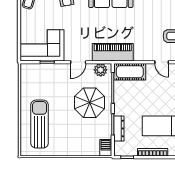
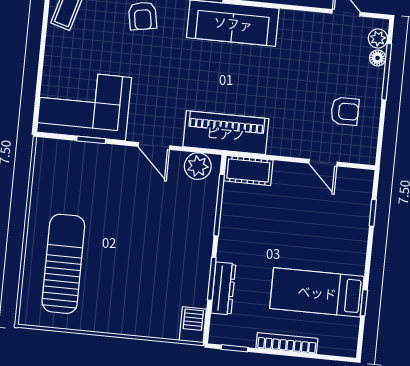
door: (78, 62) -> (154, 146), hinge flipped
cot: (130, 72) -> (248, 171), width x0.73, depth x0.75
parasol: (90, 103) -> (169, 230), removed

